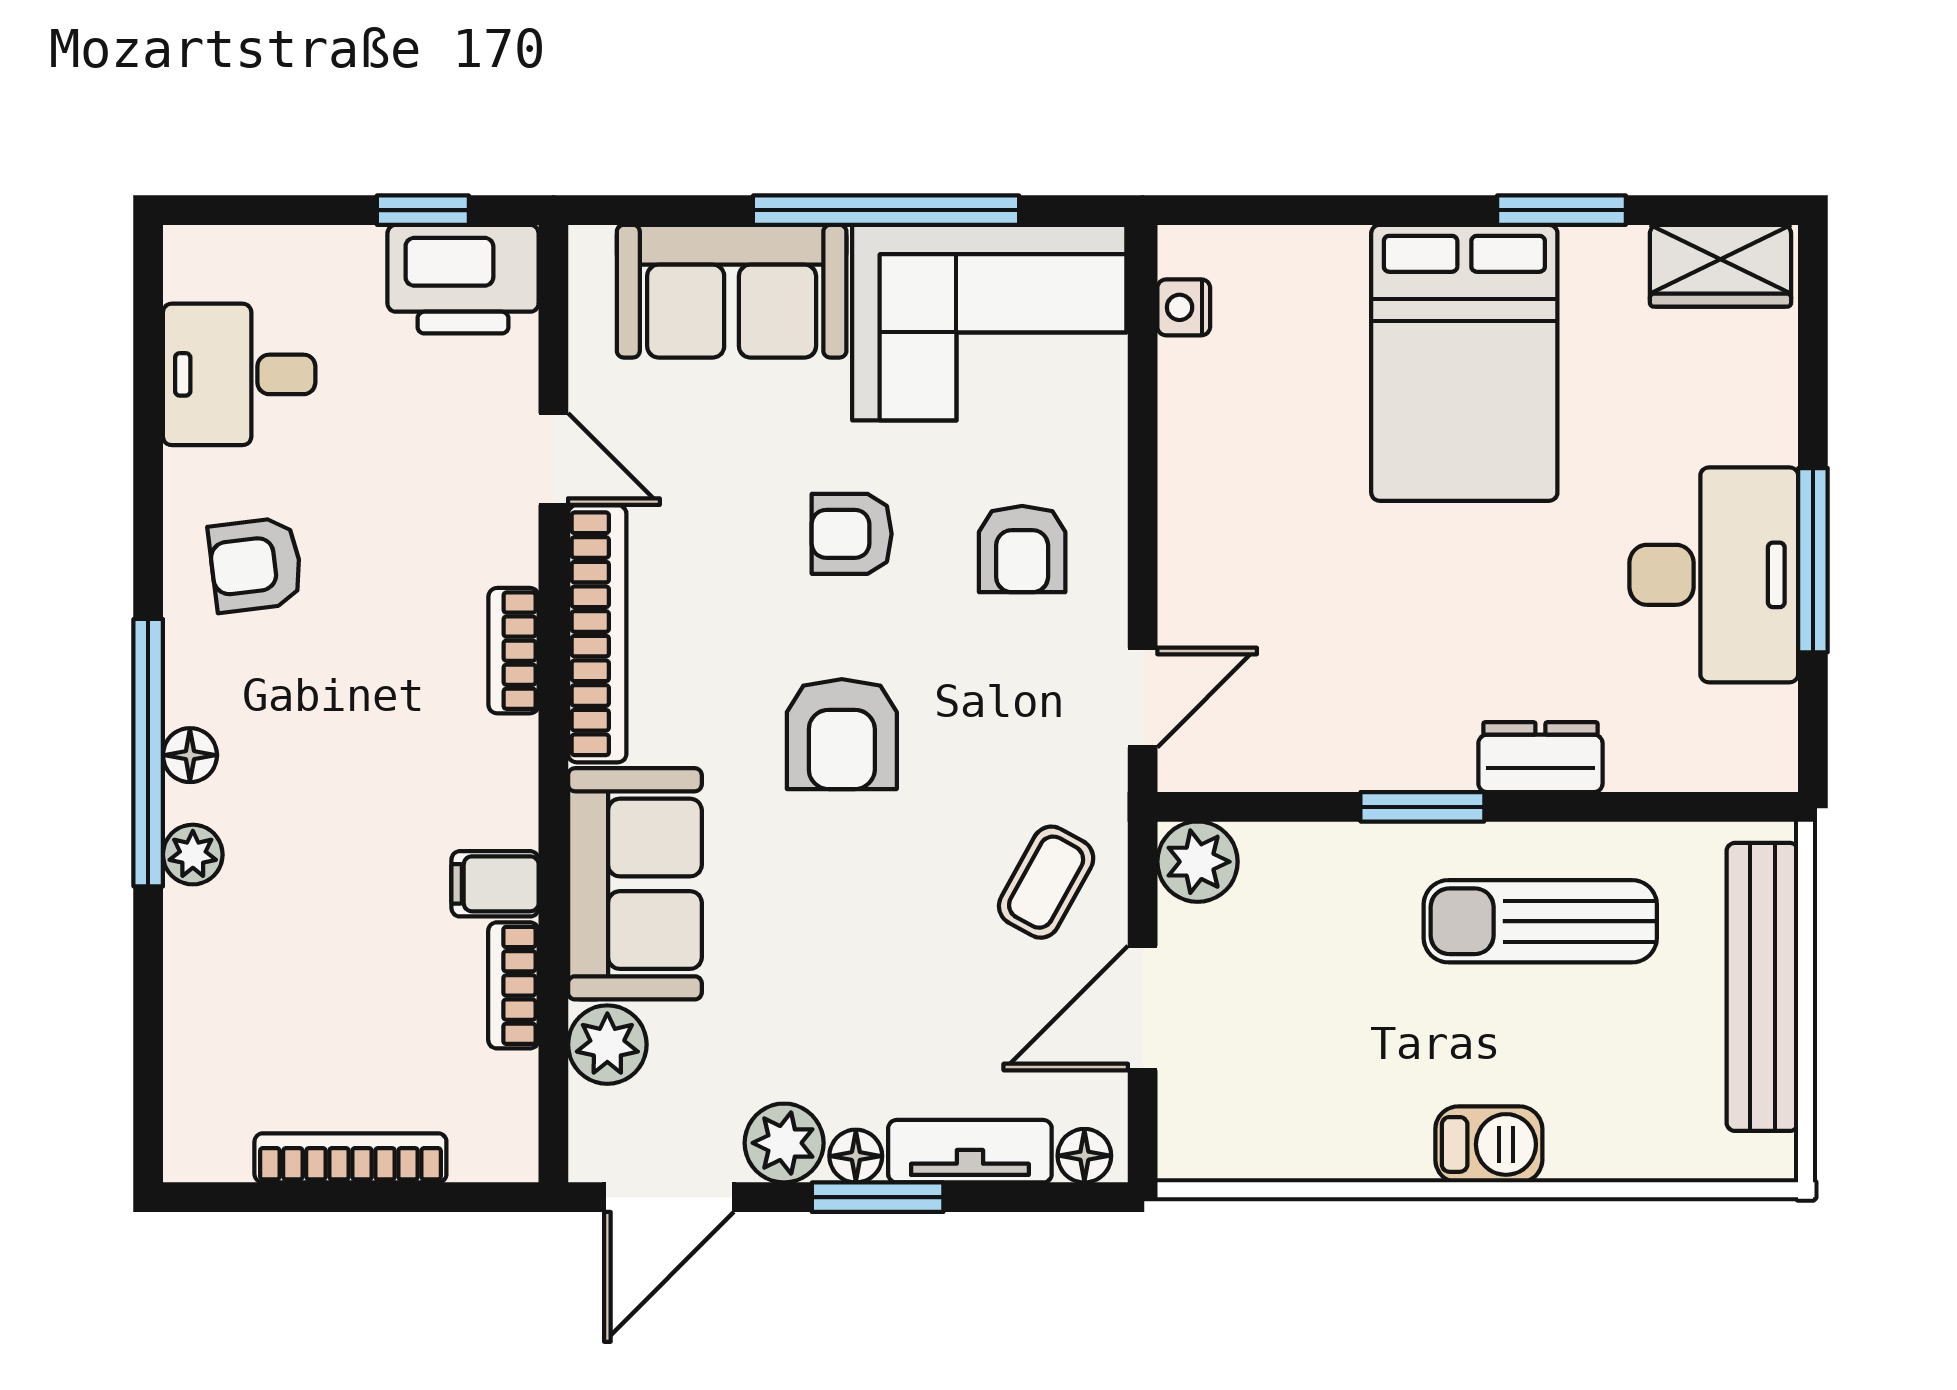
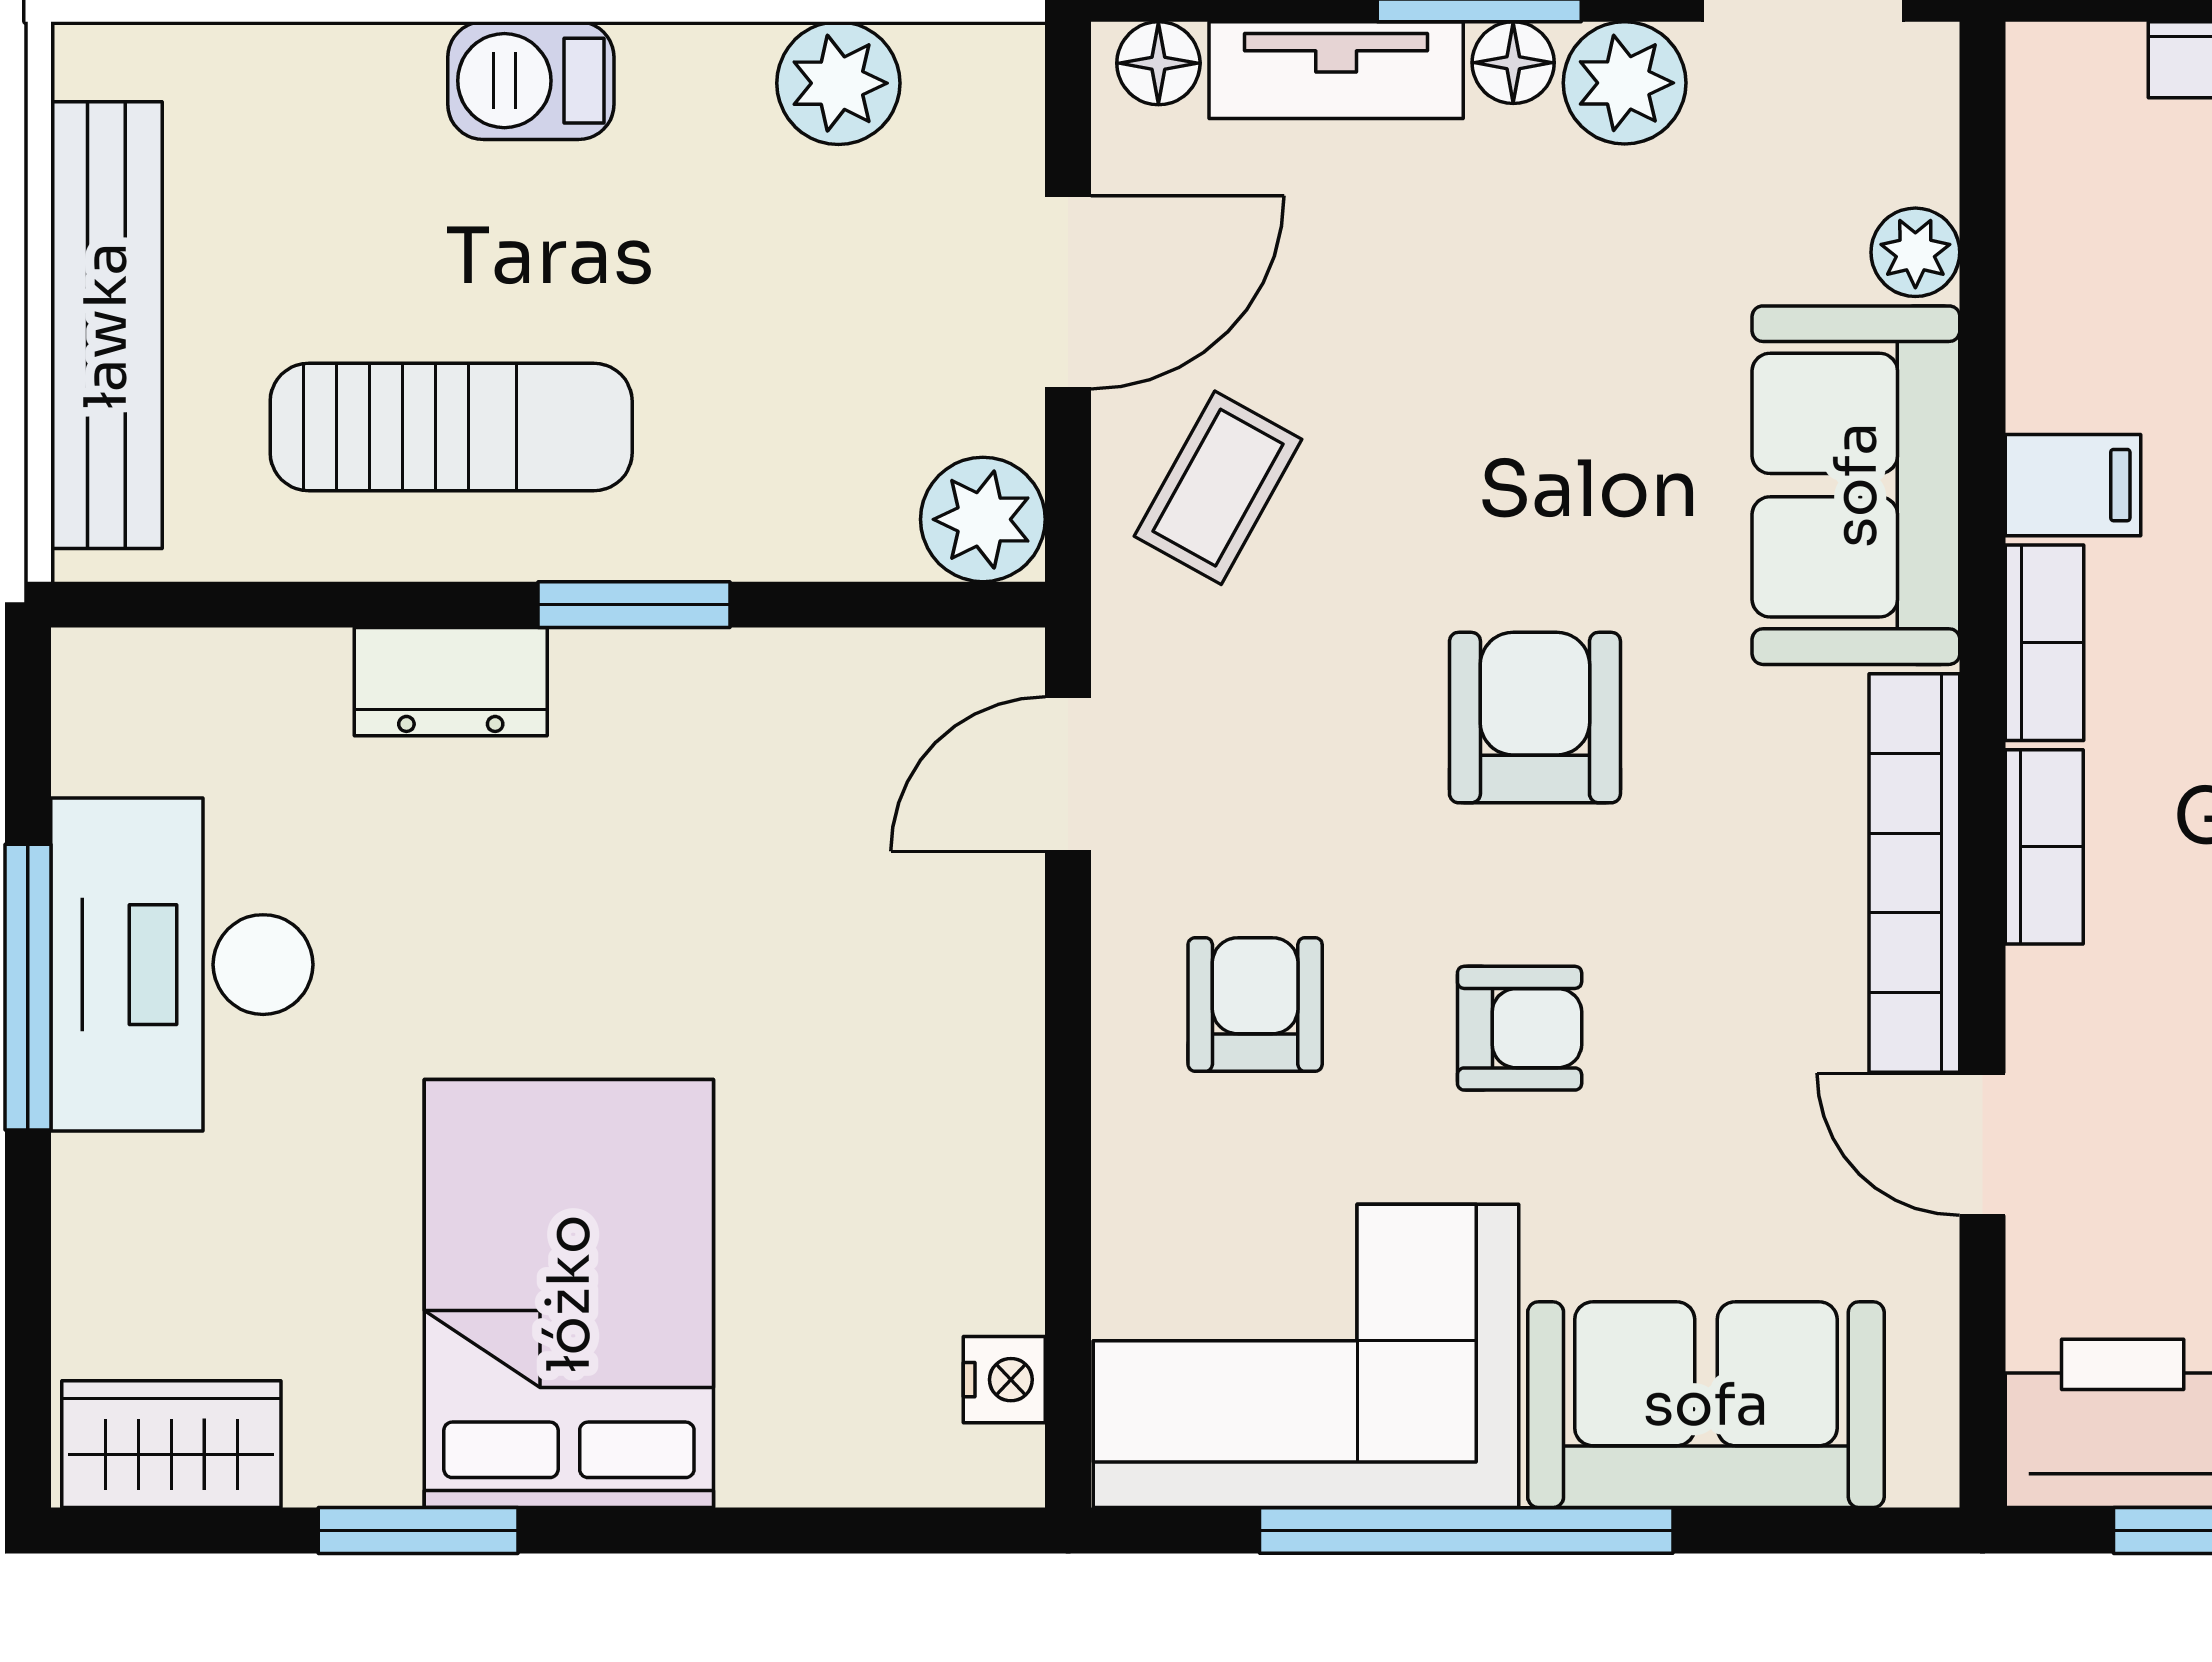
bookcase: (513, 985) -> (2044, 643), moved
plant: (607, 1045) -> (1915, 252), width x0.73, depth x0.73
plant: (1291, 1143) -> (838, 83), added

